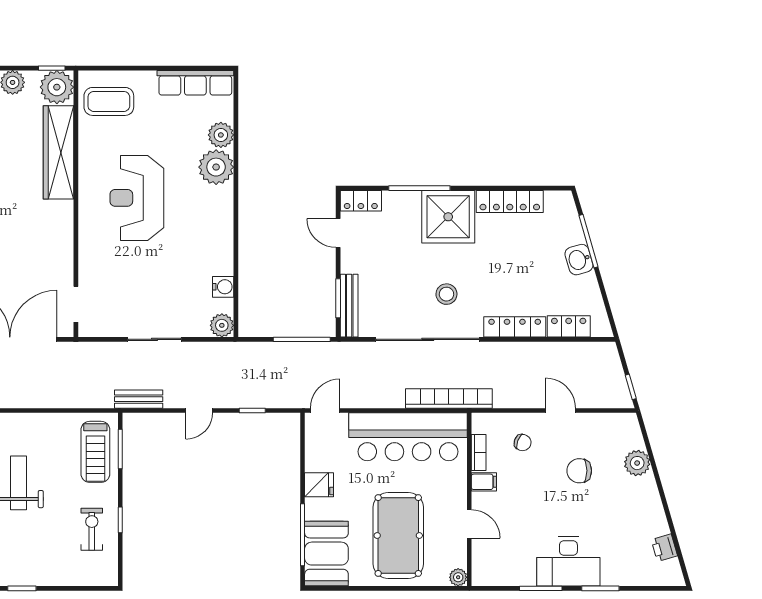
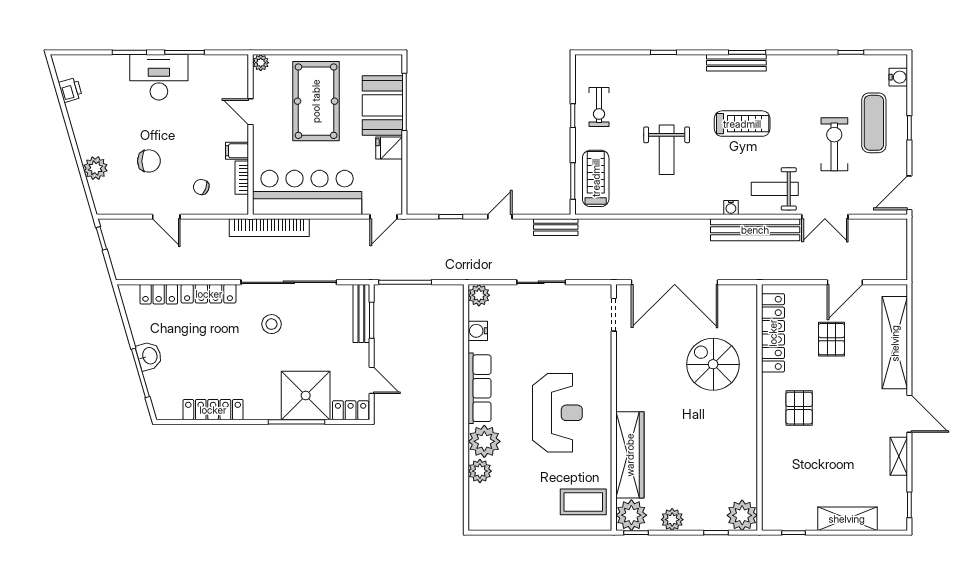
row of seats: (195, 83) -> (479, 388), moved, turned 90
shower: (448, 217) -> (306, 395), moved
booth: (326, 554) -> (382, 105), moved

